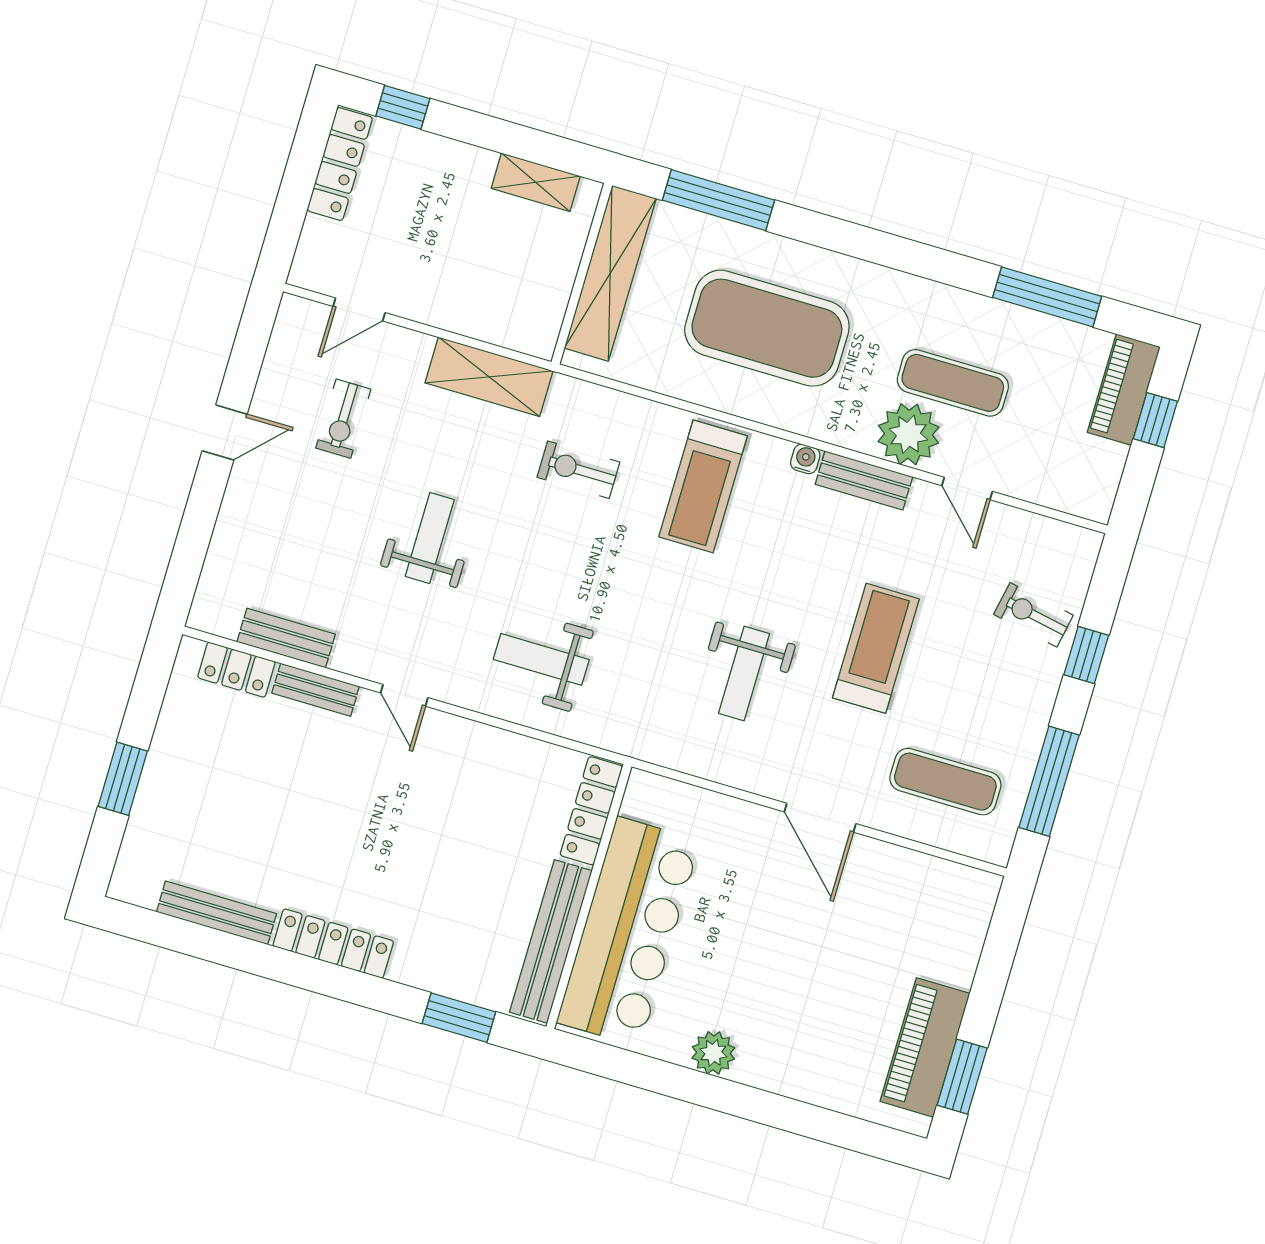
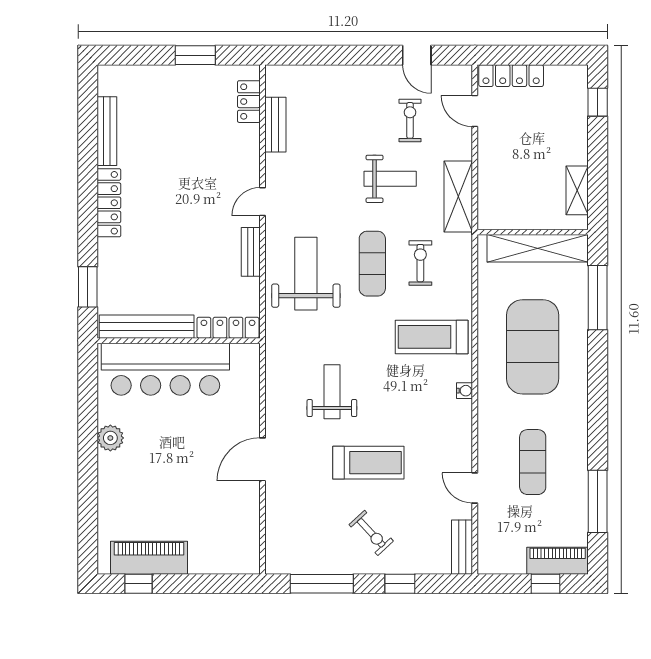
locker: (340, 164) -> (511, 76), moved
exercise bike: (343, 419) -> (410, 120), turned 90
door: (225, 433) -> (417, 55), moved
plant: (908, 434) -> (496, 445), removed
bench: (864, 480) -> (462, 547), moved
door: (967, 489) -> (475, 488), hinge flipped
weight bench: (430, 538) -> (390, 179), moved
exercise bike: (1033, 615) -> (371, 533), moved, turned 126
weight bench: (541, 659) -> (306, 274), width x1.36, depth x1.33
weight bench: (744, 673) -> (332, 392), turned 90
bench: (316, 690) -> (251, 252), moved
window: (123, 779) -> (195, 55), moved
exercise mat: (945, 782) -> (372, 264), moved
window: (962, 1077) -> (139, 584), width x0.67

